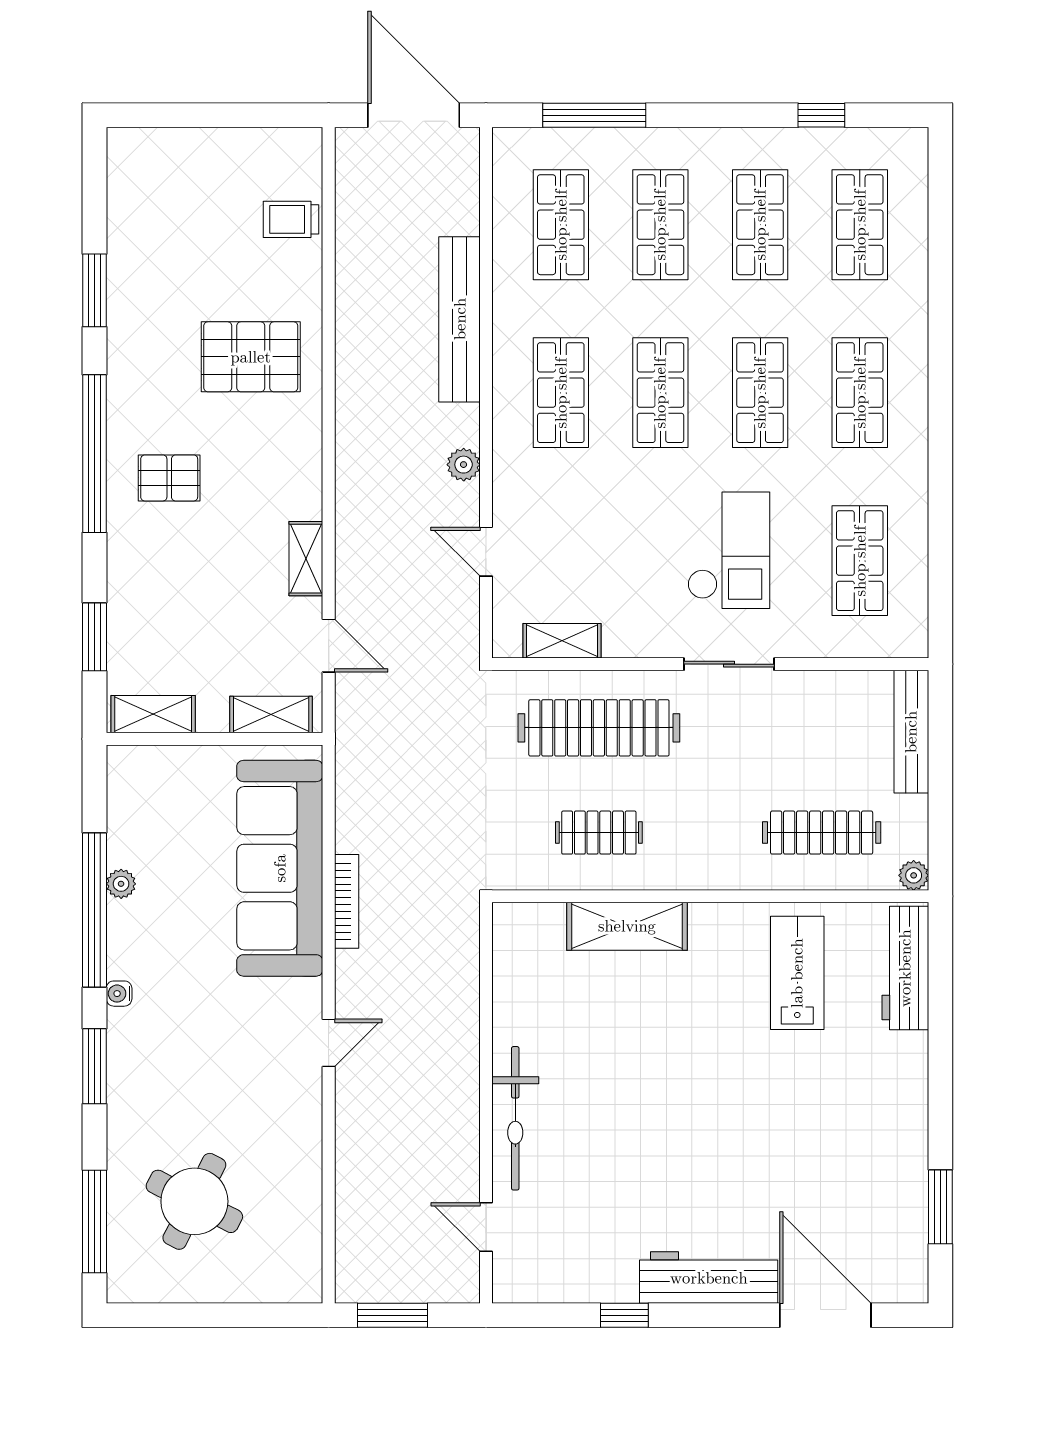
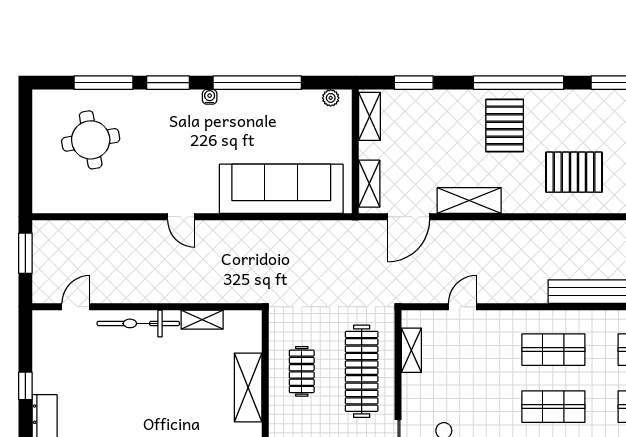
pallet: (251, 357) -> (574, 172), turned 90
plant: (464, 465) -> (512, 294), removed
pallet: (169, 478) -> (505, 125), width x1.50, depth x1.42
shelving: (306, 559) -> (469, 201), width x1.50, depth x1.33
door: (329, 646) -> (409, 217), width x1.38
plant: (121, 884) -> (331, 98), moved
bookcase: (347, 901) -> (262, 227), removed
shelving: (508, 1007) -> (202, 320), added
round table: (194, 1201) -> (91, 140), turned -37
window: (95, 1222) -> (103, 83), moved

